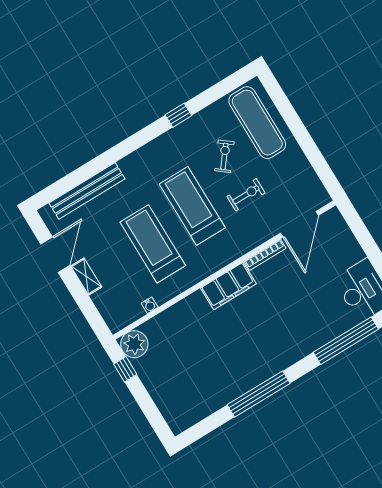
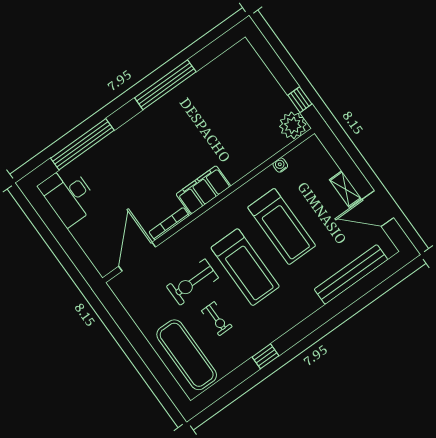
exercise bike: (224, 156) -> (217, 319), turned -38
exercise bike: (246, 195) -> (192, 282), width x1.38, depth x1.39
door: (55, 255) -> (378, 209), hinge flipped

